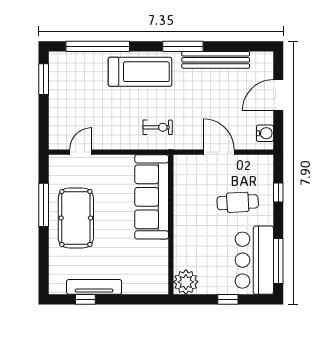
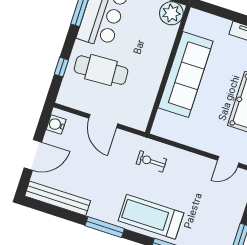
bench: (216, 60) -> (58, 198), moved
sofa: (152, 197) -> (186, 75), moved
cafe table: (238, 202) -> (101, 70), width x1.37, depth x1.35

